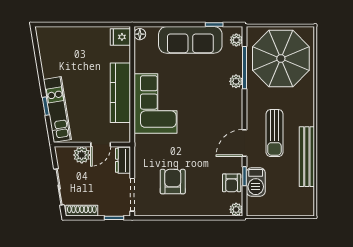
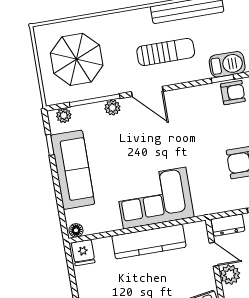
parasol: (281, 58) -> (77, 59), width x0.73, depth x0.73
door: (244, 143) -> (147, 91), moved

